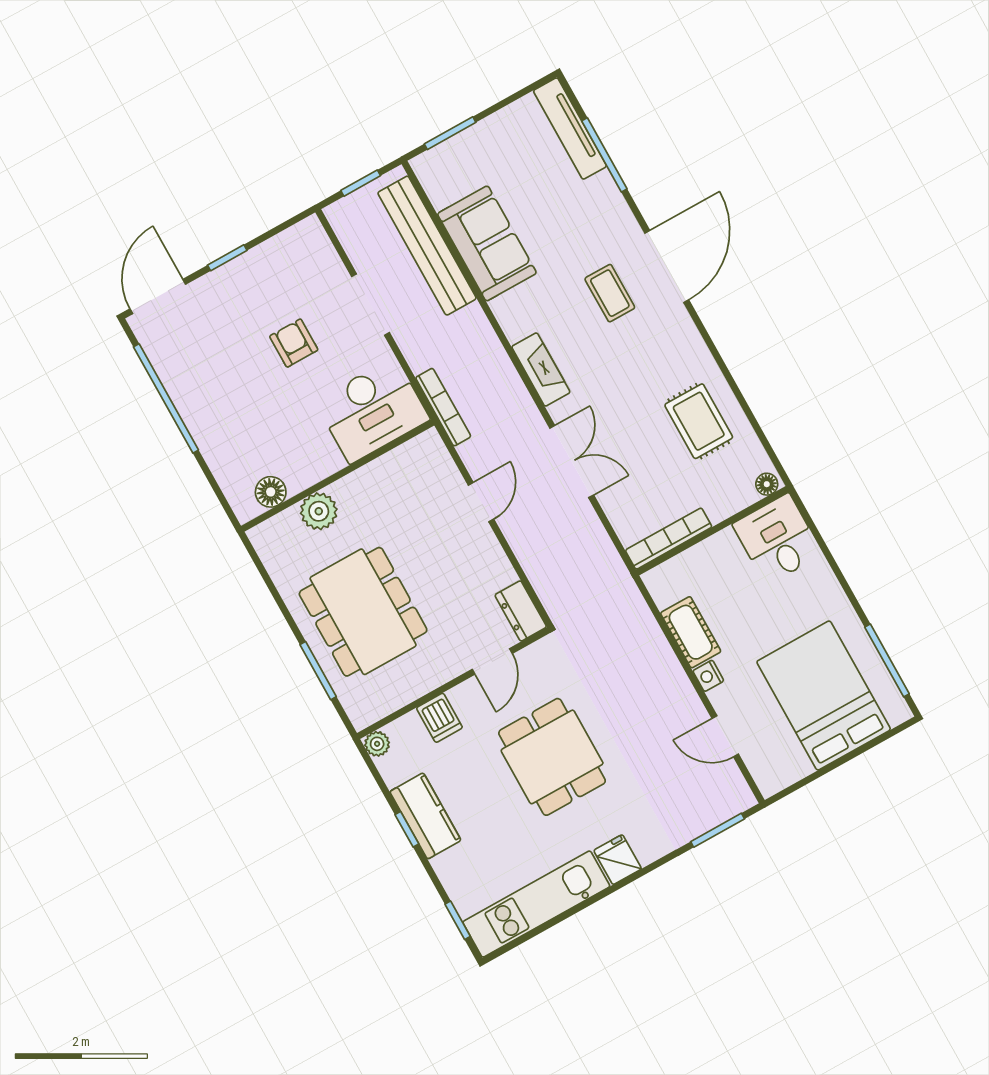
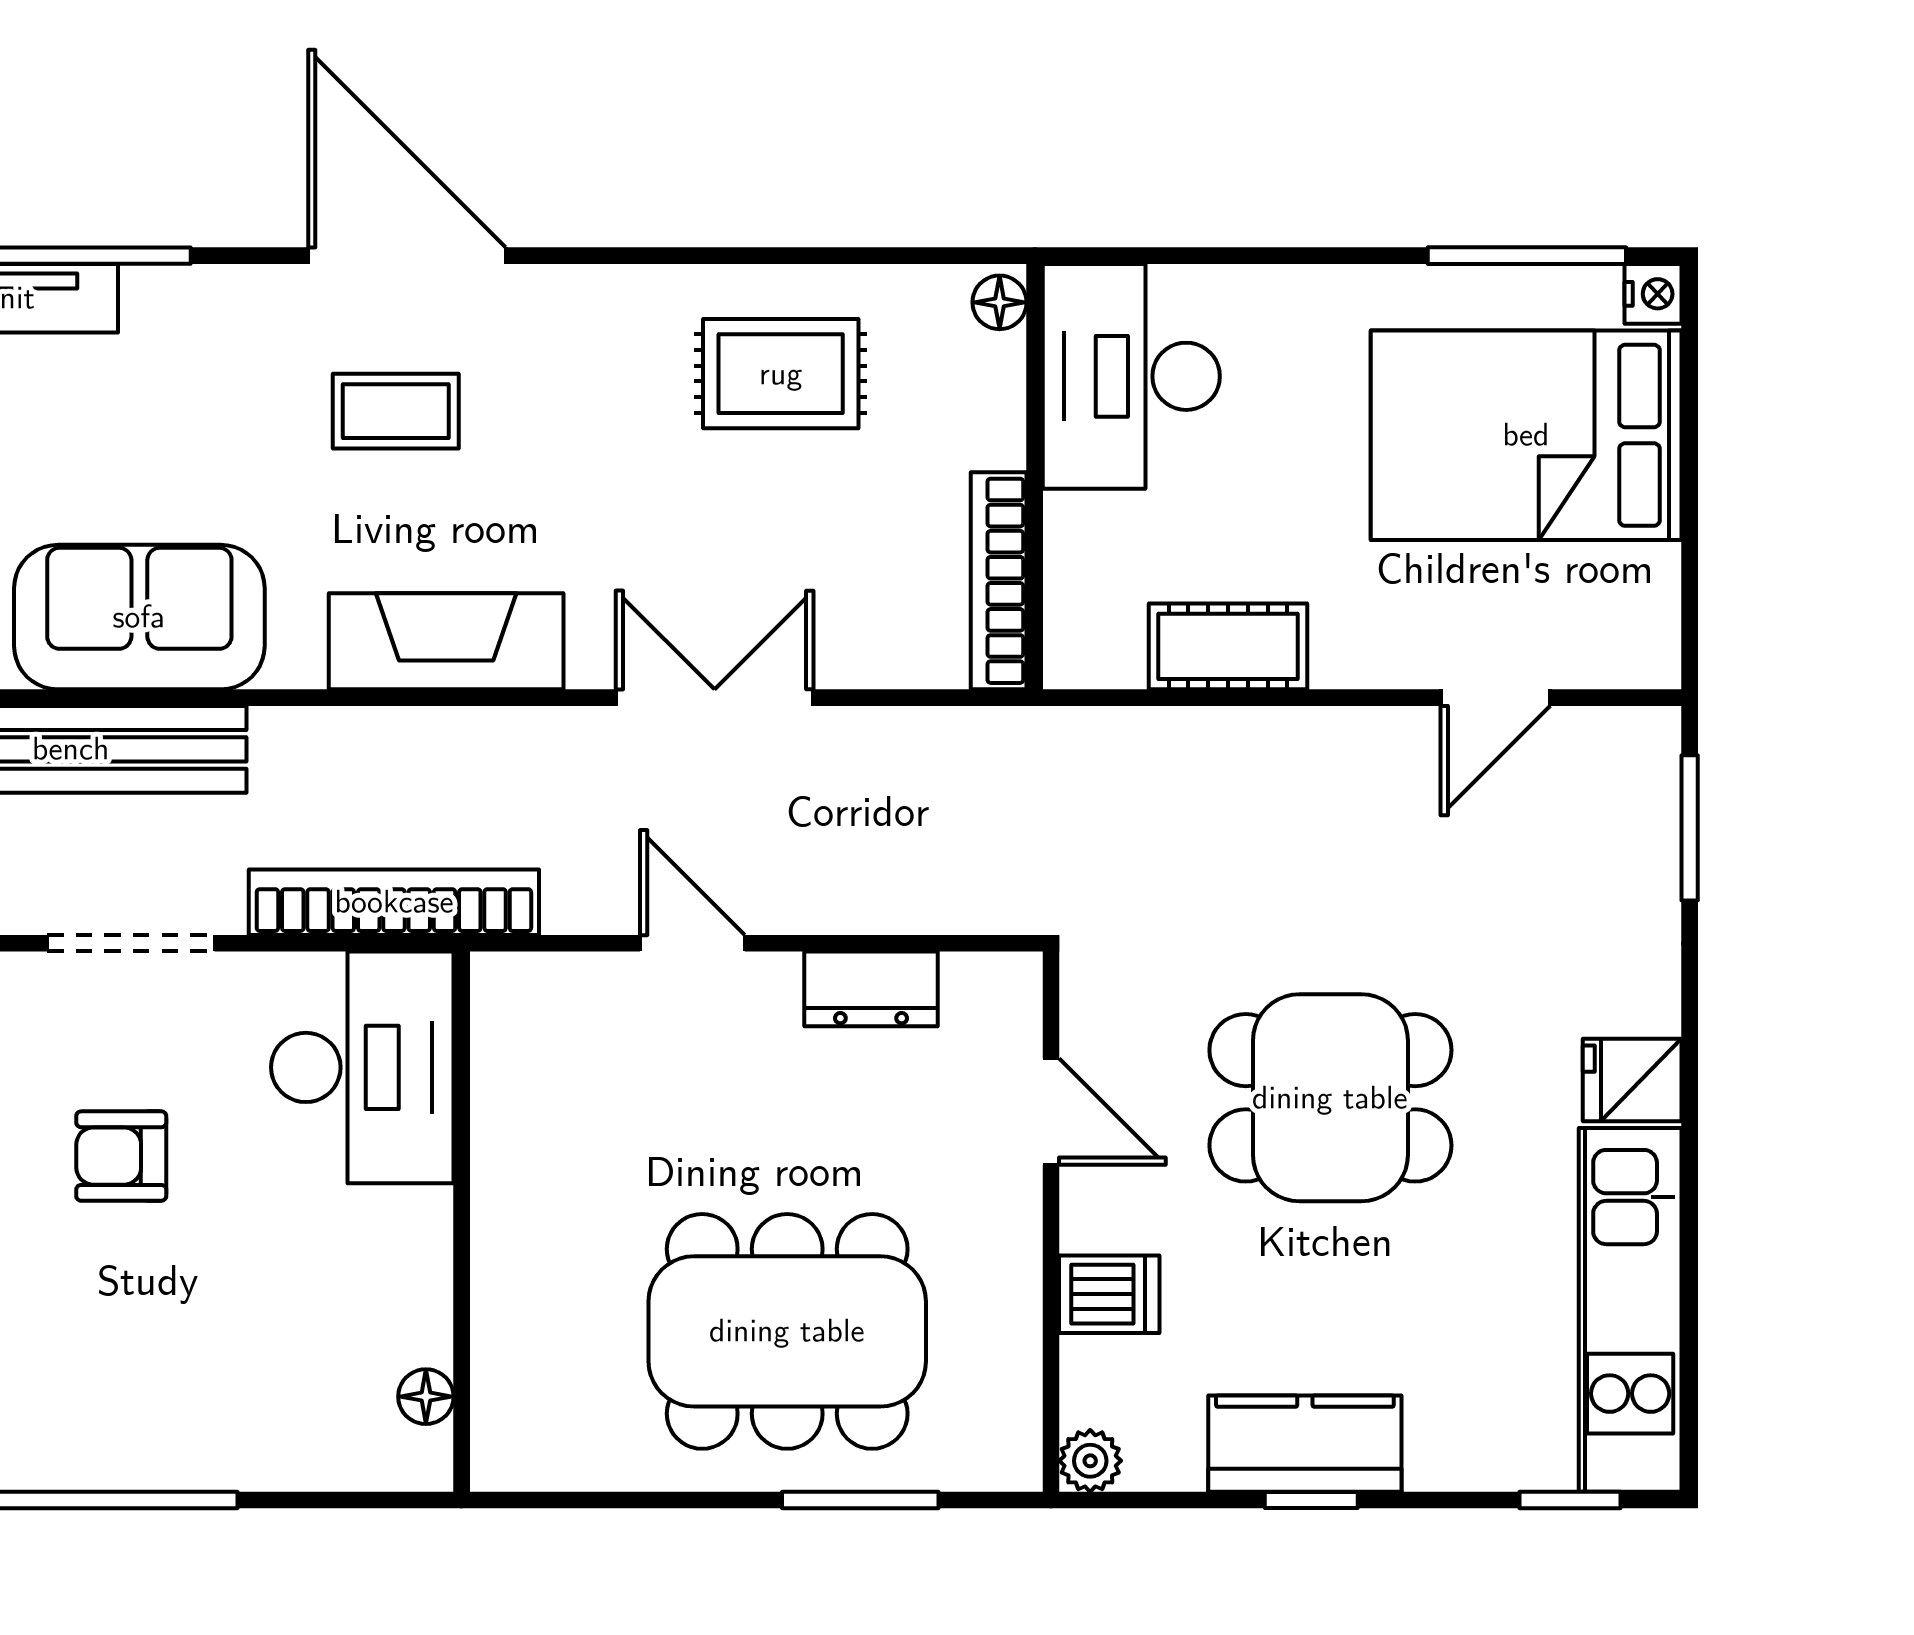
fireplace: (541, 370) -> (446, 641), width x1.37, depth x1.32
bookcase: (443, 407) -> (394, 902), width x1.48, depth x1.31
floor lamp: (271, 492) -> (426, 1397), width x0.73, depth x0.73
plant: (319, 511) -> (516, 1306), removed
desk: (777, 539) -> (1131, 376), width x1.37
dresser: (521, 611) -> (871, 989), moved
nightstand: (708, 676) -> (1653, 294), moved, turned -90

